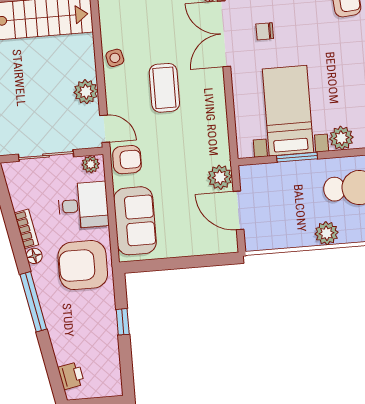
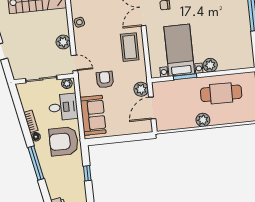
coffee table: (164, 88) -> (130, 47), moved
armchair: (127, 160) -> (105, 80), moved, turned -90
door: (238, 210) -> (152, 108), hinge flipped

